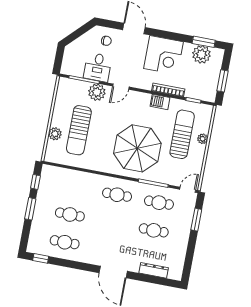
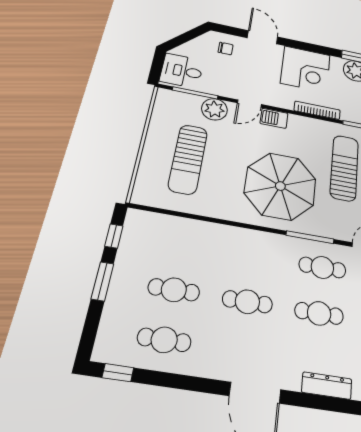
desk: (98, 67) -> (182, 71), moved, turned 90
barbecue: (160, 102) -> (274, 118), moved
plant: (55, 134) -> (150, 163), removed
cafe table: (117, 195) -> (247, 302), moved

